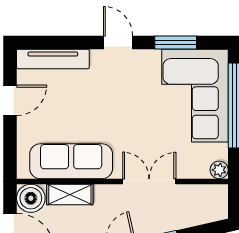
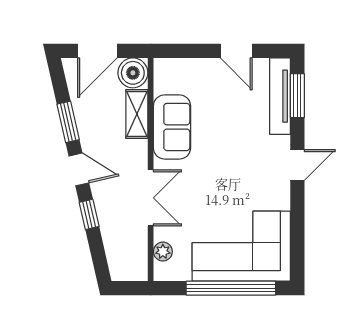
window: (176, 43) -> (297, 96), moved
sofa: (71, 161) -> (172, 127), width x0.73
plant: (219, 170) -> (163, 252), moved

